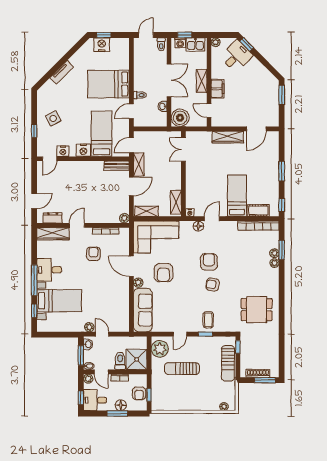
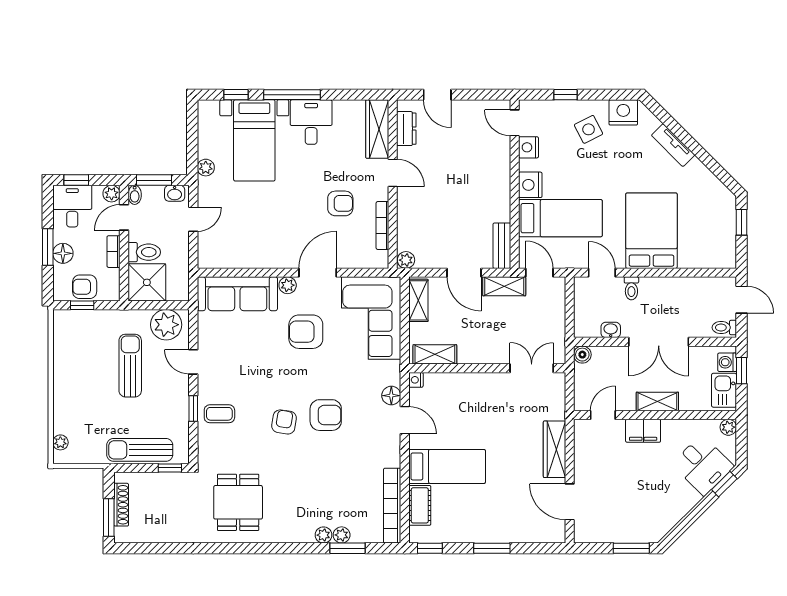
nightstand: (102, 45) -> (623, 112), moved, turned -90
boiler: (180, 118) -> (582, 355), width x0.54, depth x0.54
plant: (89, 327) -> (206, 168), moved

